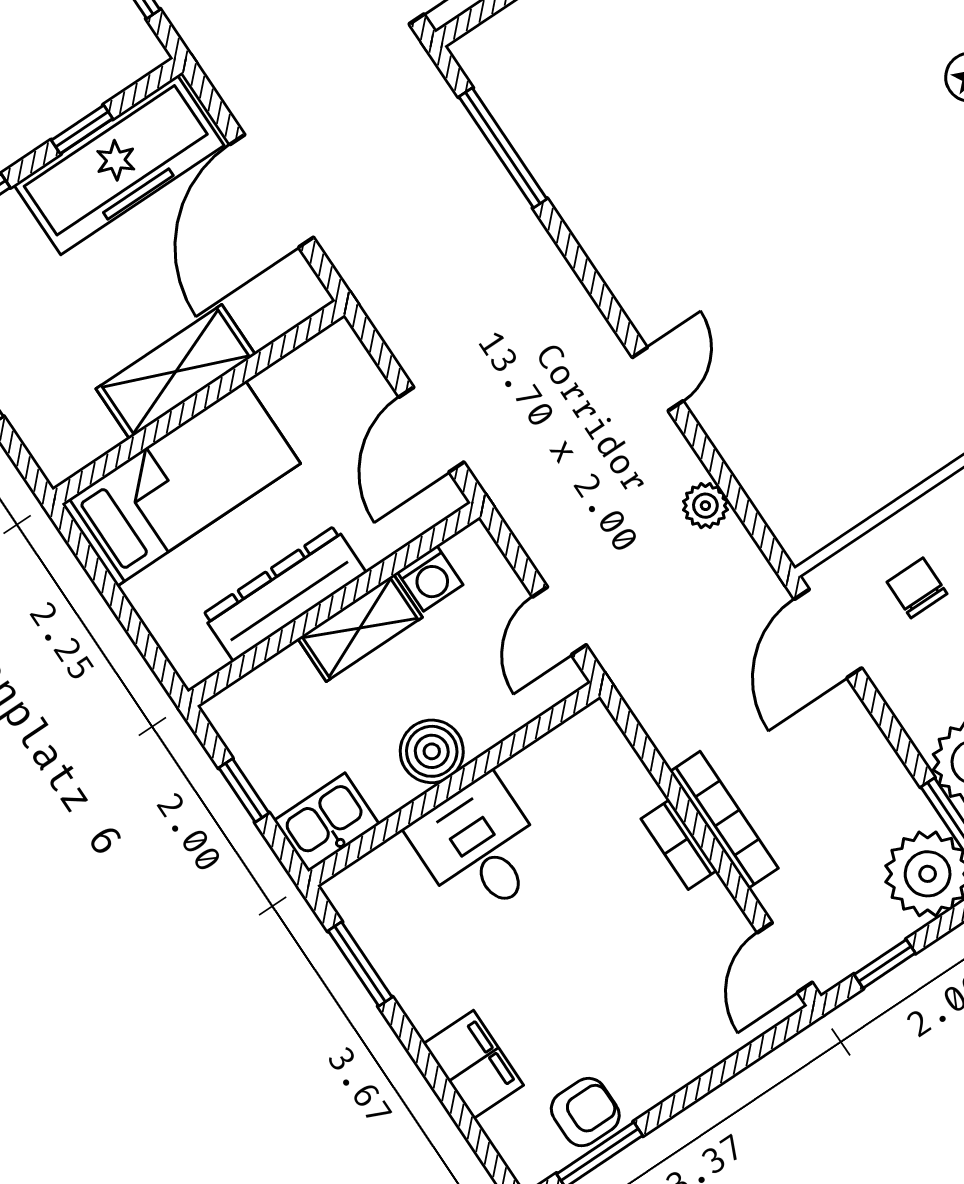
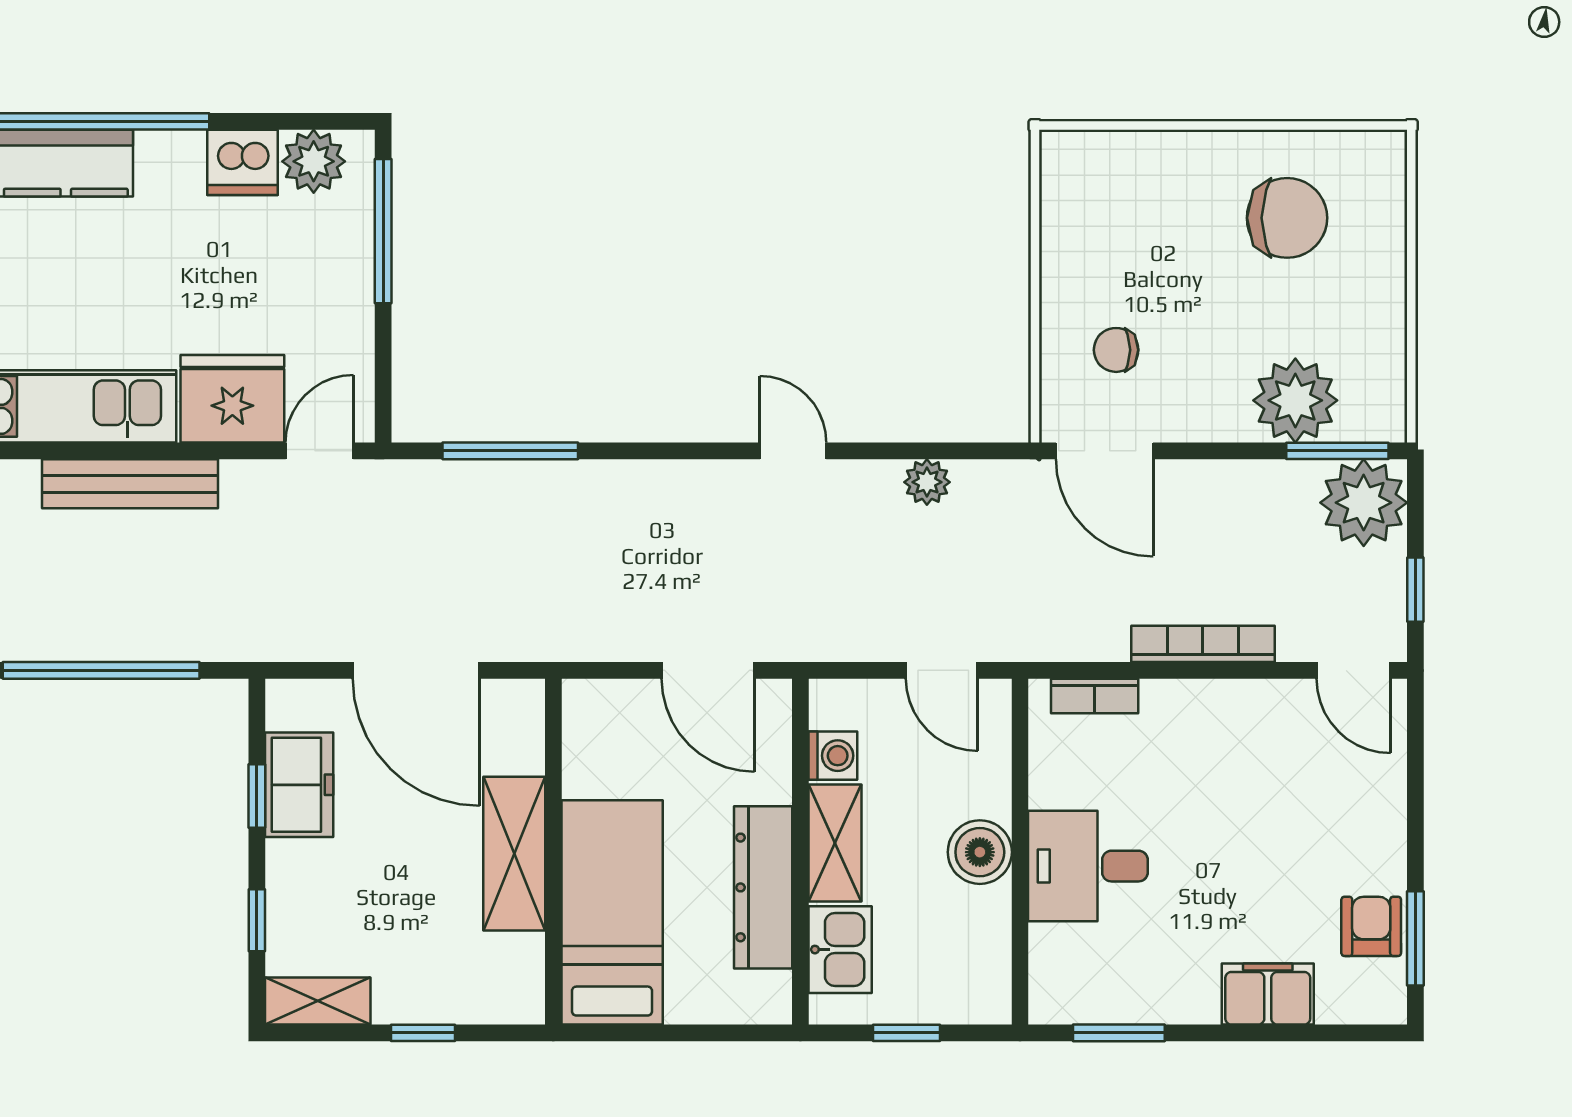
freezer: (119, 165) -> (299, 785), width x0.52, depth x0.79
kitchen sink: (326, 822) -> (840, 950), moved, turned 180
bookcase: (679, 845) -> (1095, 696), moved

